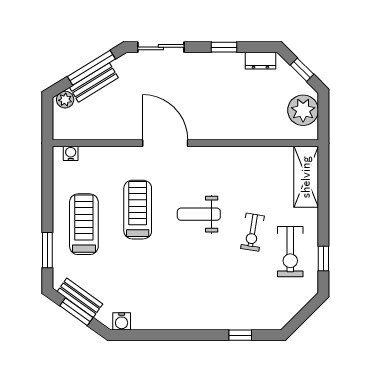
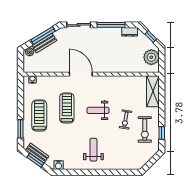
window: (224, 47) -> (111, 25), width x2.17
weight bench: (190, 291) -> (93, 150), added
window: (240, 335) -> (119, 172), removed

